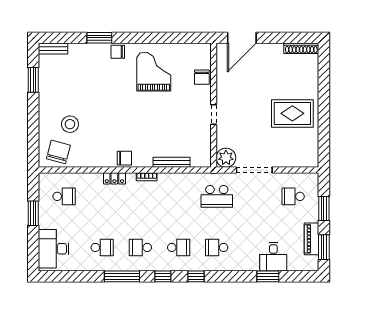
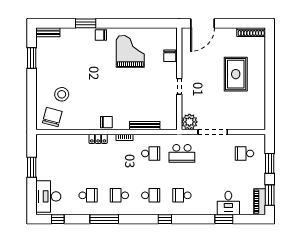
rug: (292, 113) -> (236, 74), moved, turned 90
school desk: (64, 196) -> (151, 153), moved
piano: (312, 239) -> (260, 202), moved
window: (163, 276) -> (58, 219), moved

